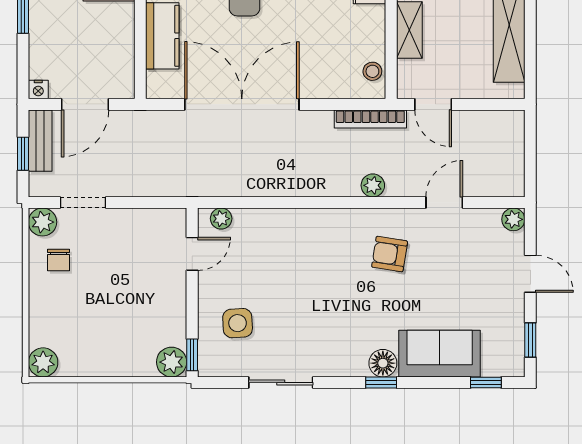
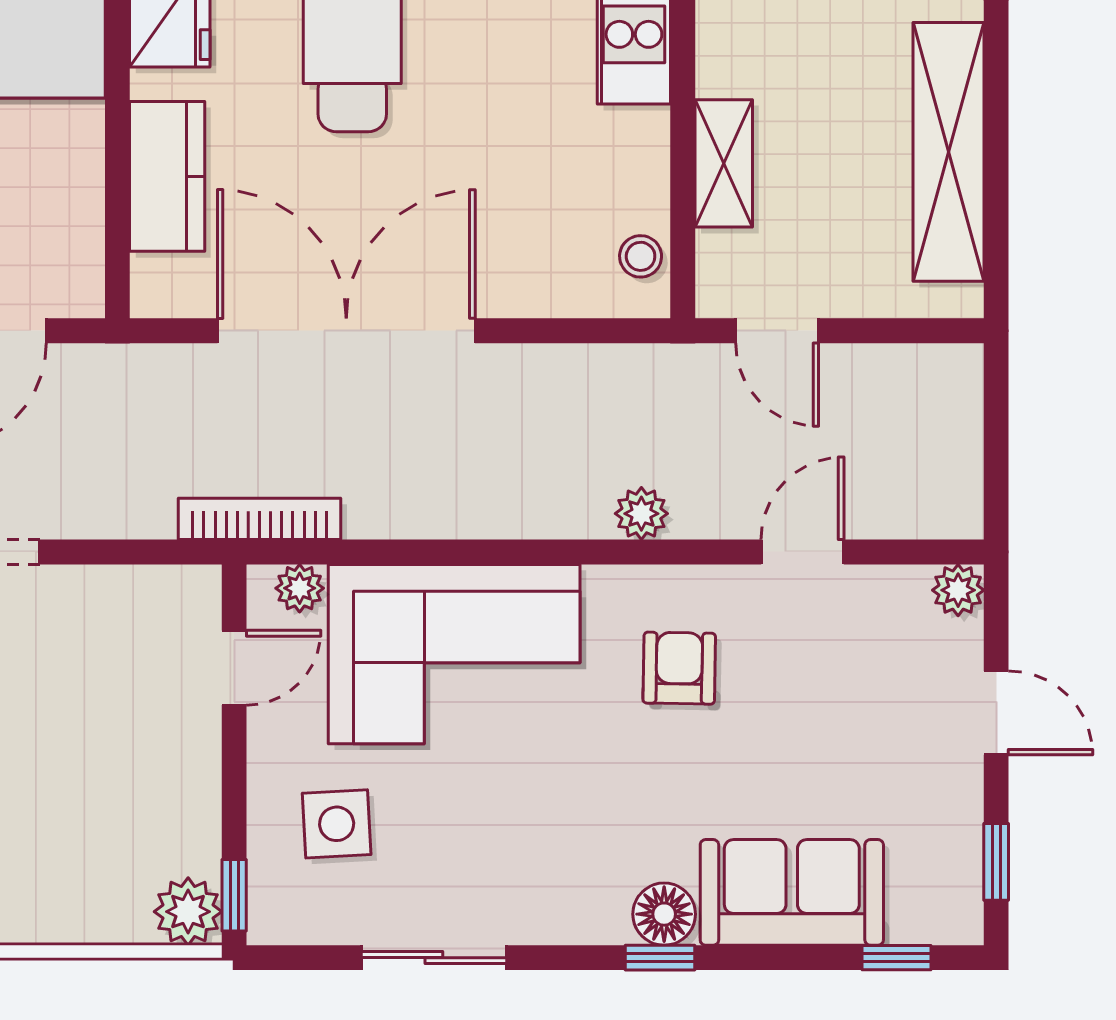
bookcase: (370, 119) -> (260, 519), moved, turned 180
corner sofa: (290, 248) -> (454, 654), added
armchair: (390, 254) -> (679, 668), turned 82

